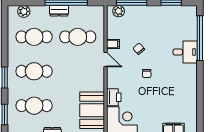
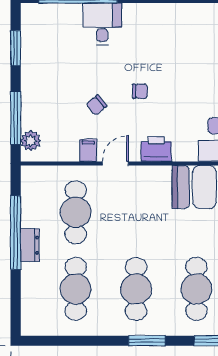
plant: (24, 11) -> (31, 307), removed
printer: (114, 97) -> (156, 149), moved

